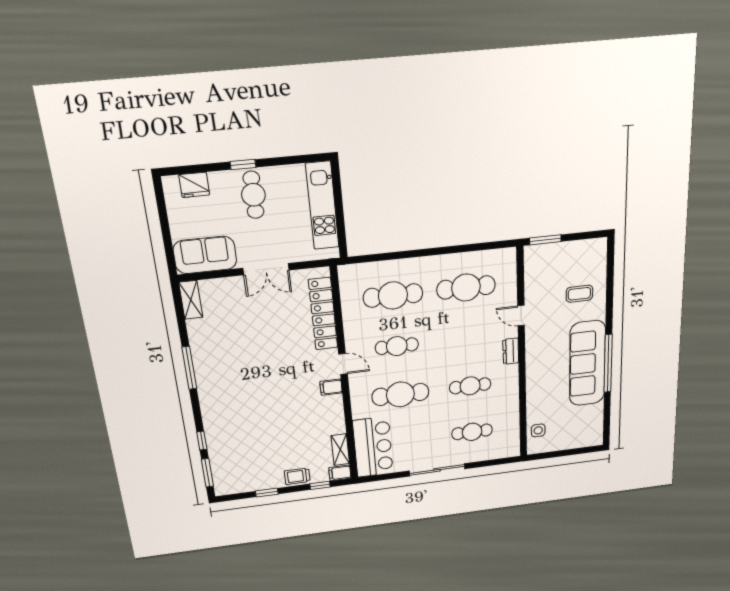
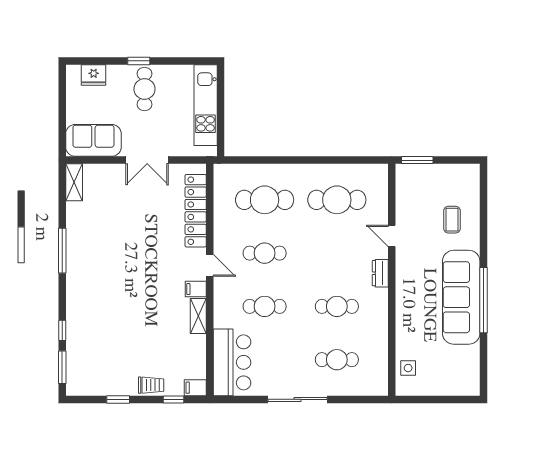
coffee table: (579, 294) -> (452, 220), turned 90
cafe table: (400, 394) -> (265, 306), width x0.73, depth x0.74
shelving: (340, 450) -> (198, 316), moved
trolley: (297, 476) -> (151, 385), turned 180

